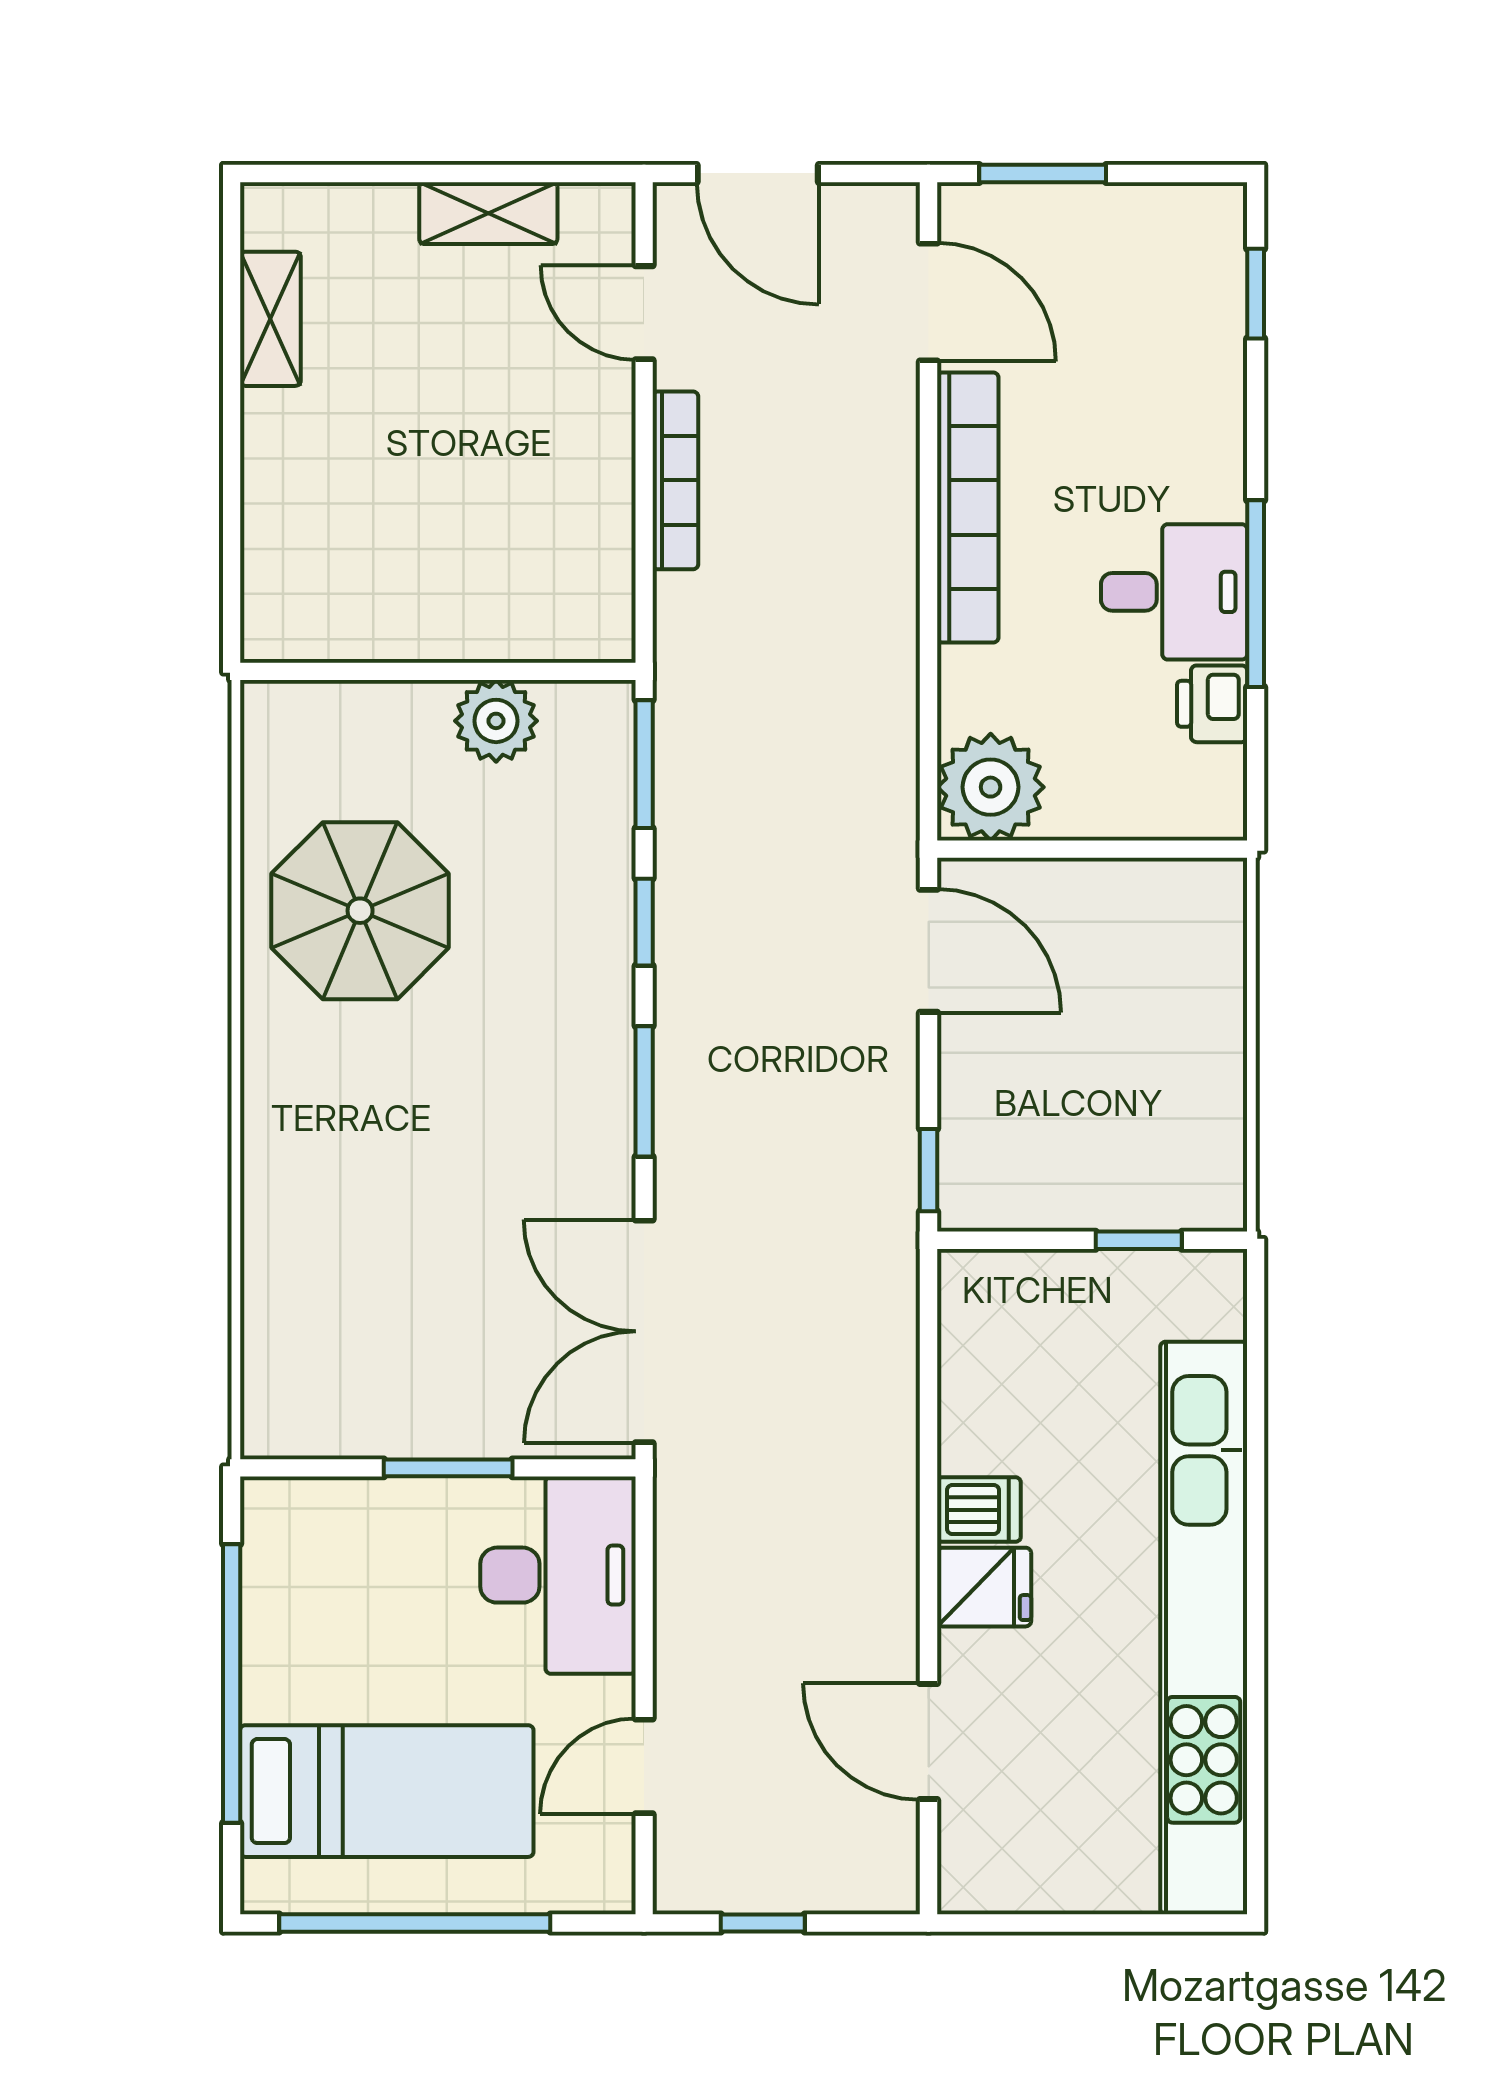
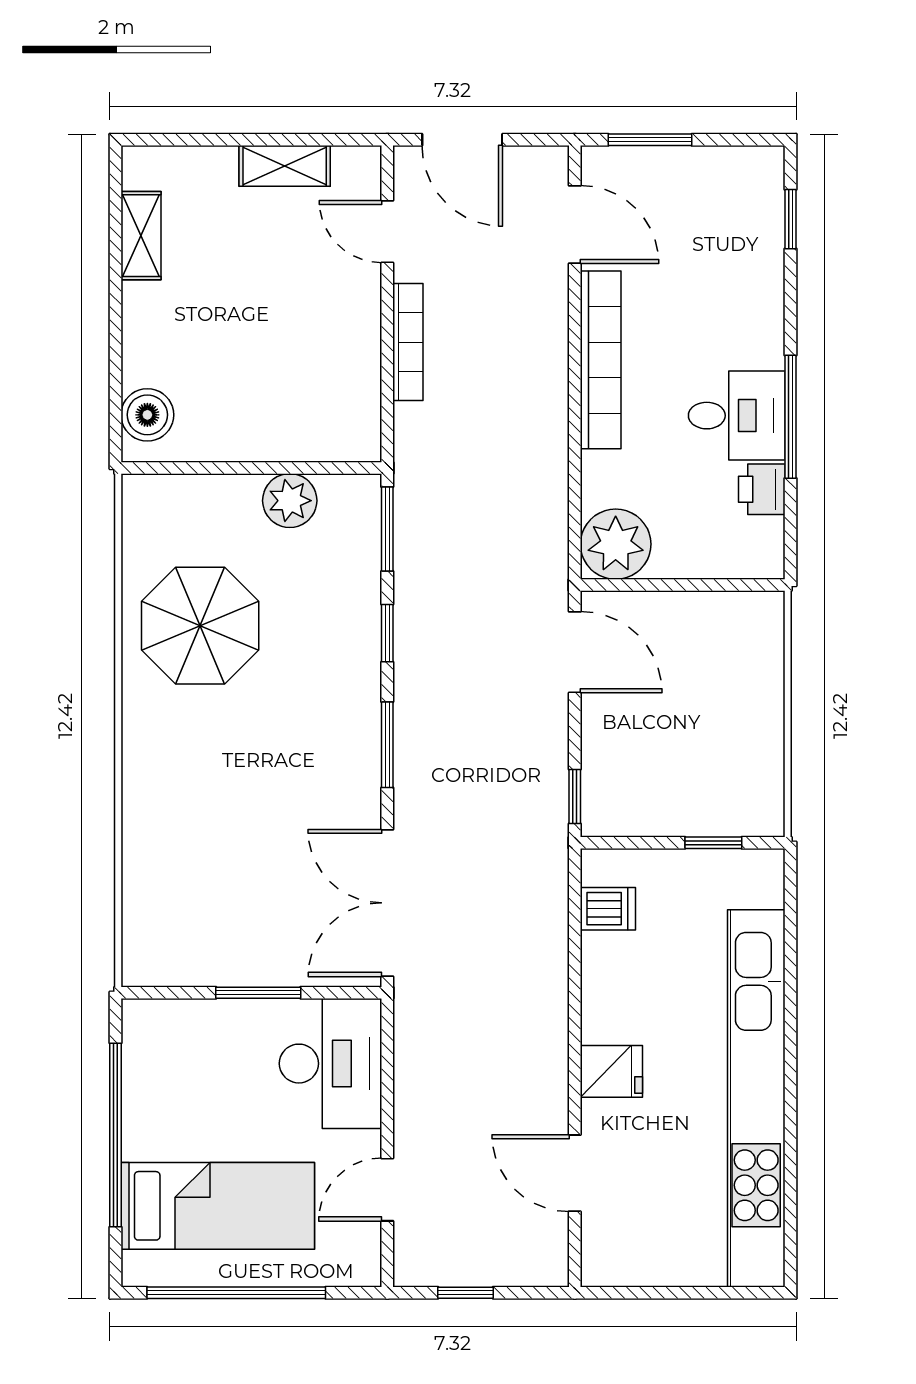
boiler: (280, 591) -> (147, 415), added
dishwasher: (979, 1510) -> (608, 909), moved

